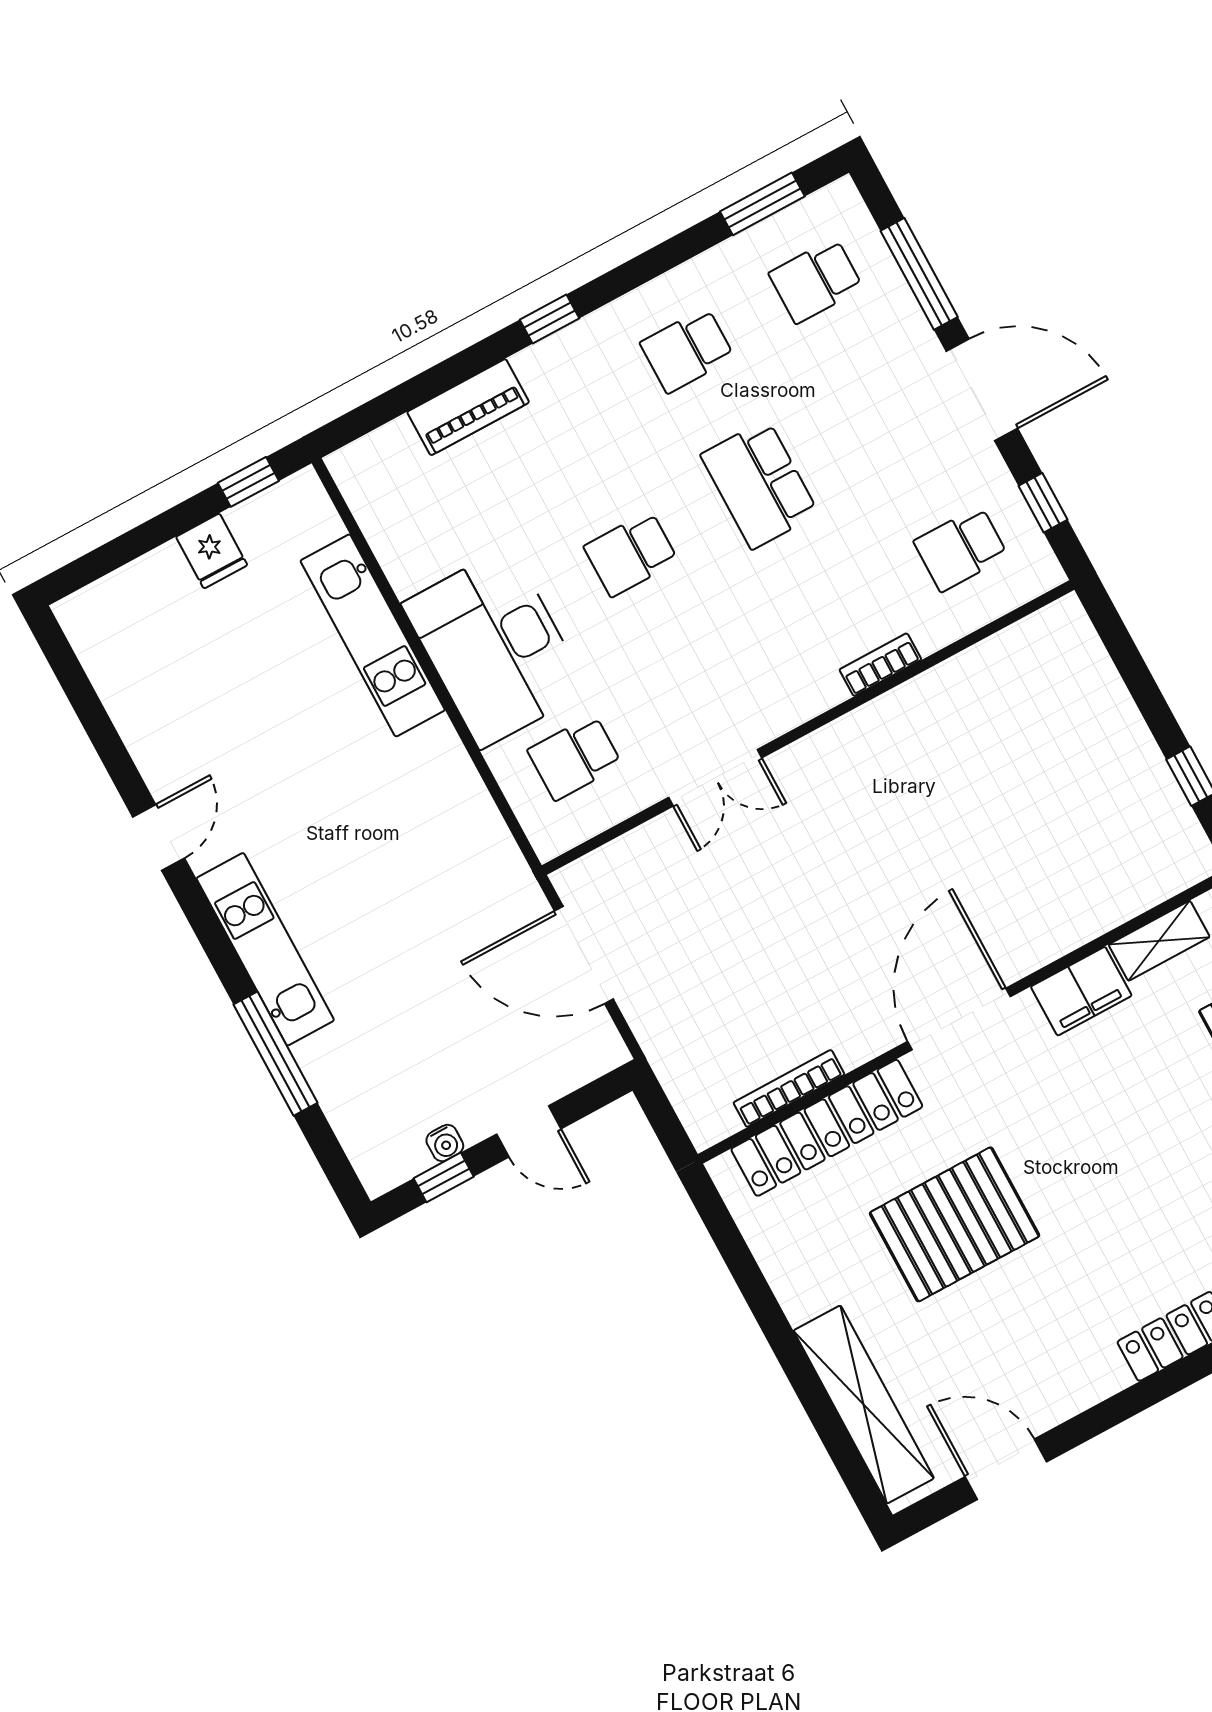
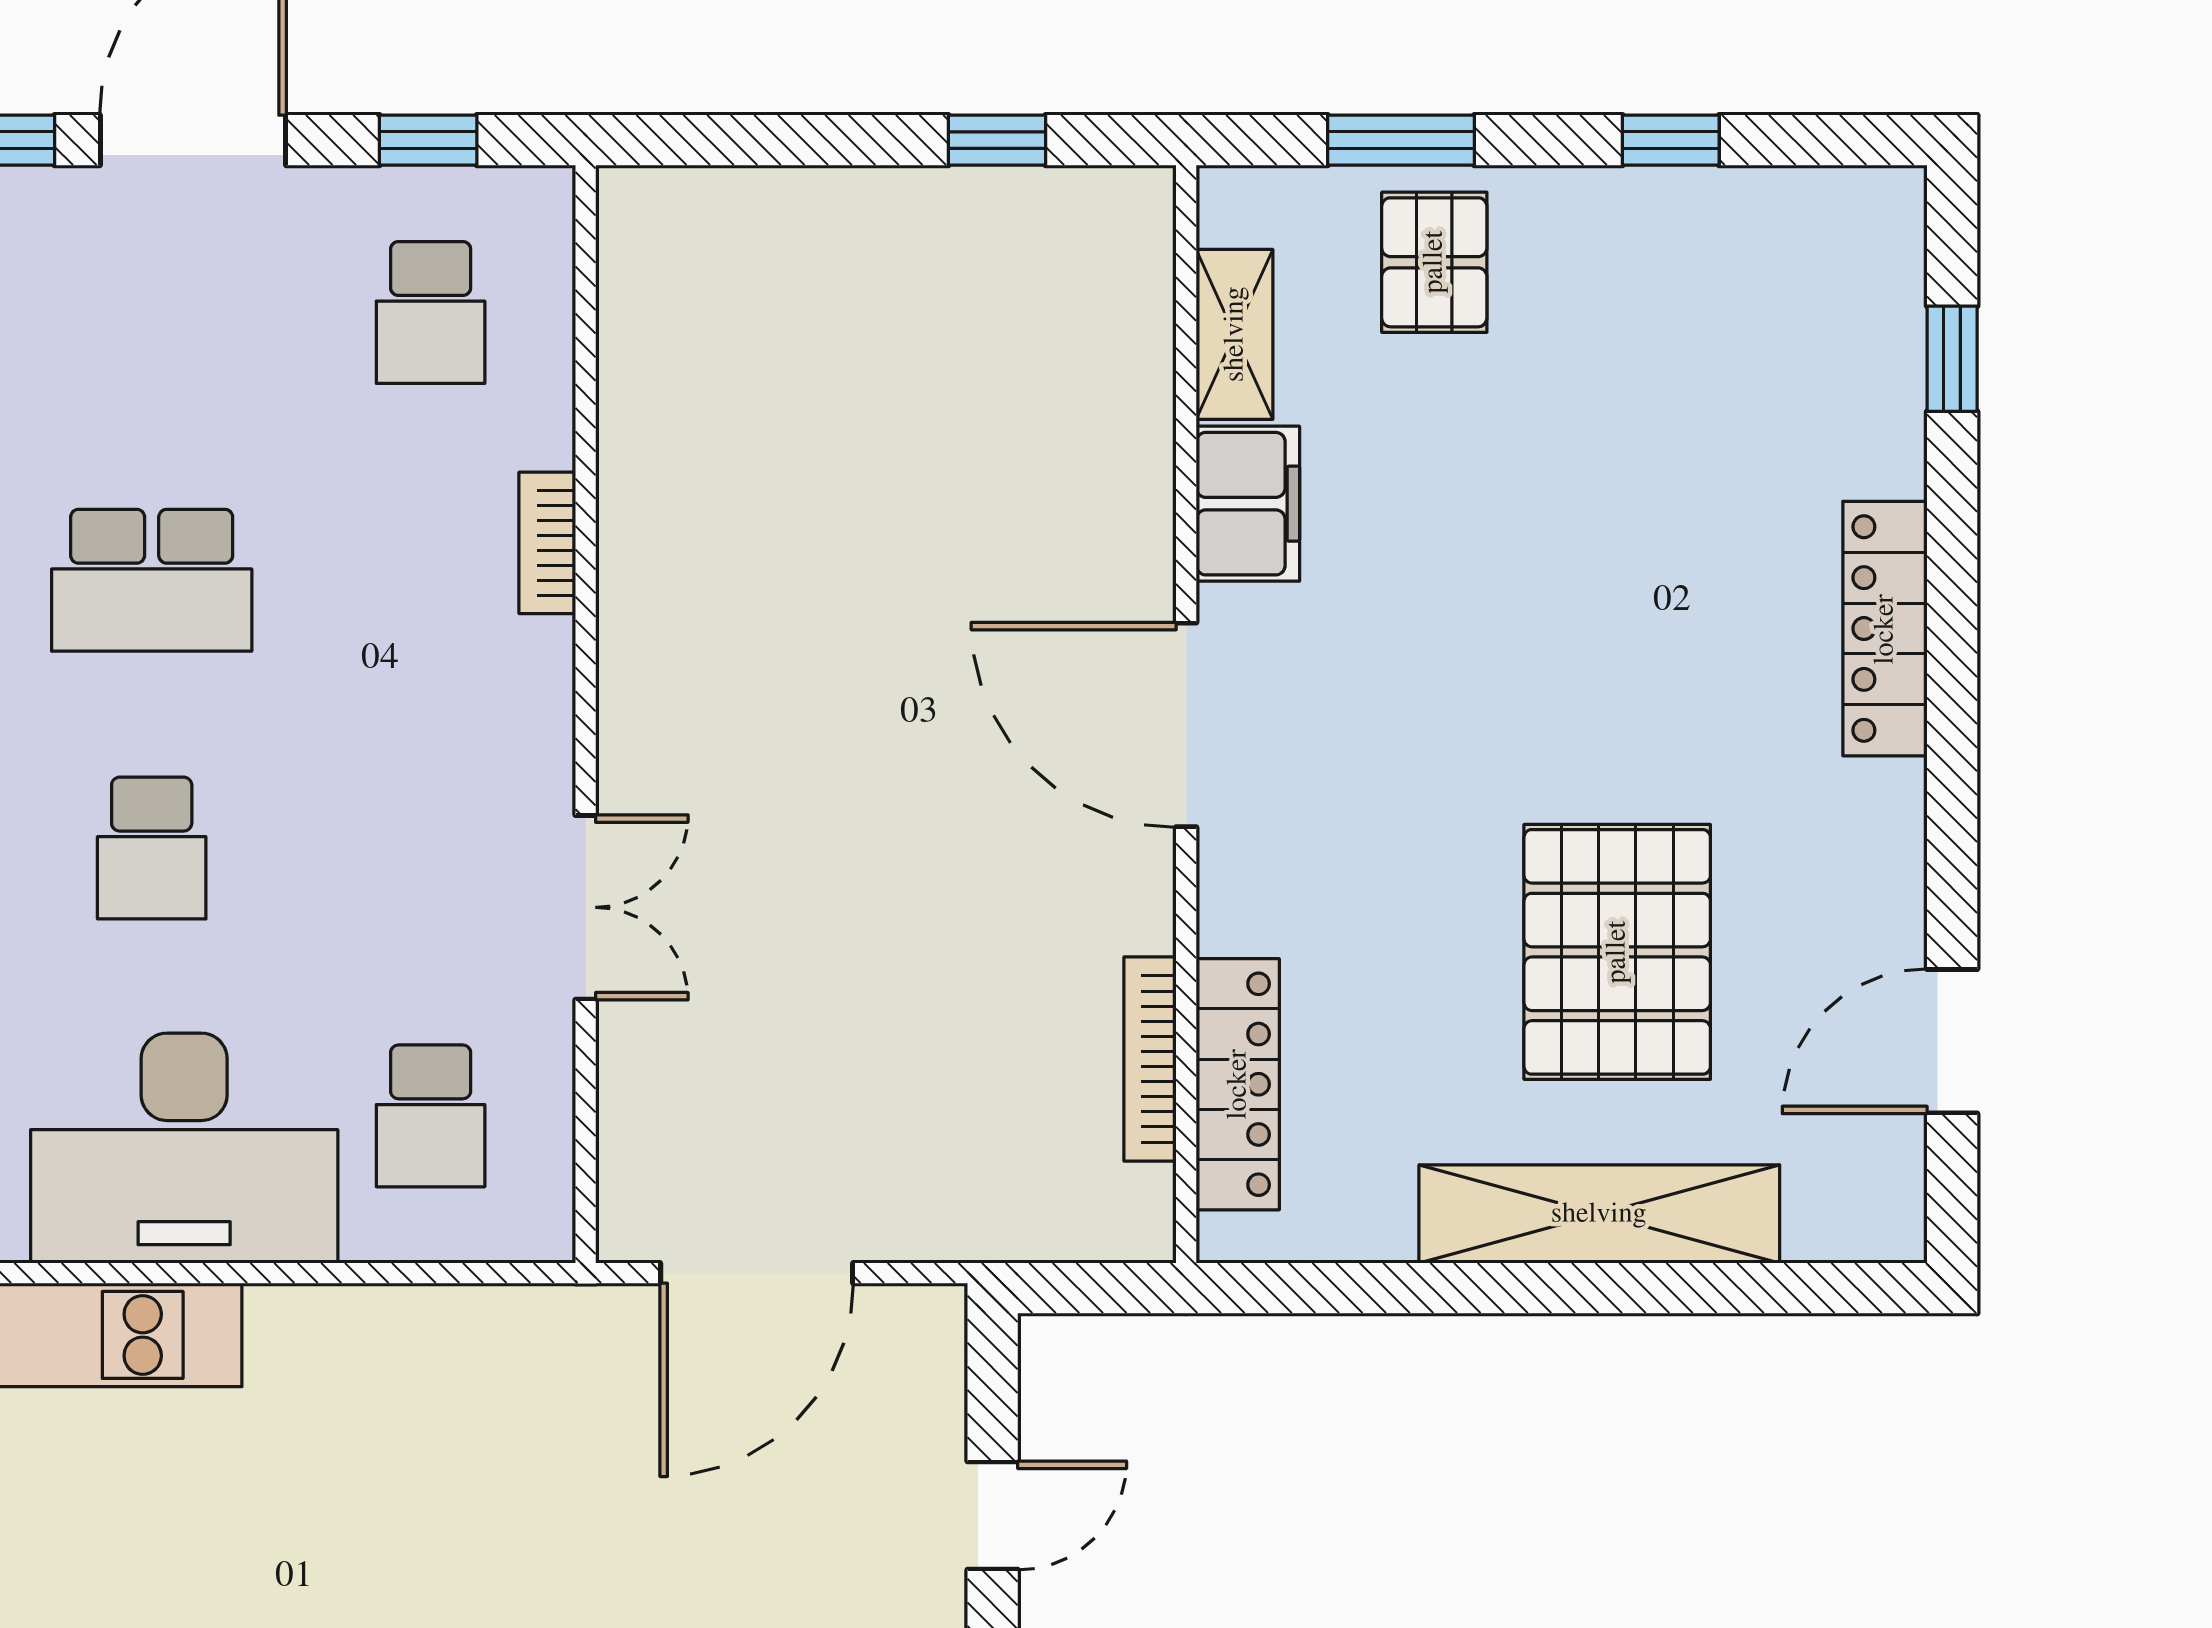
locker: (827, 1128) -> (1238, 1084), width x0.71, depth x0.83
pallet: (955, 1224) -> (1617, 952), moved
shelving: (864, 1404) -> (1599, 1214), moved

